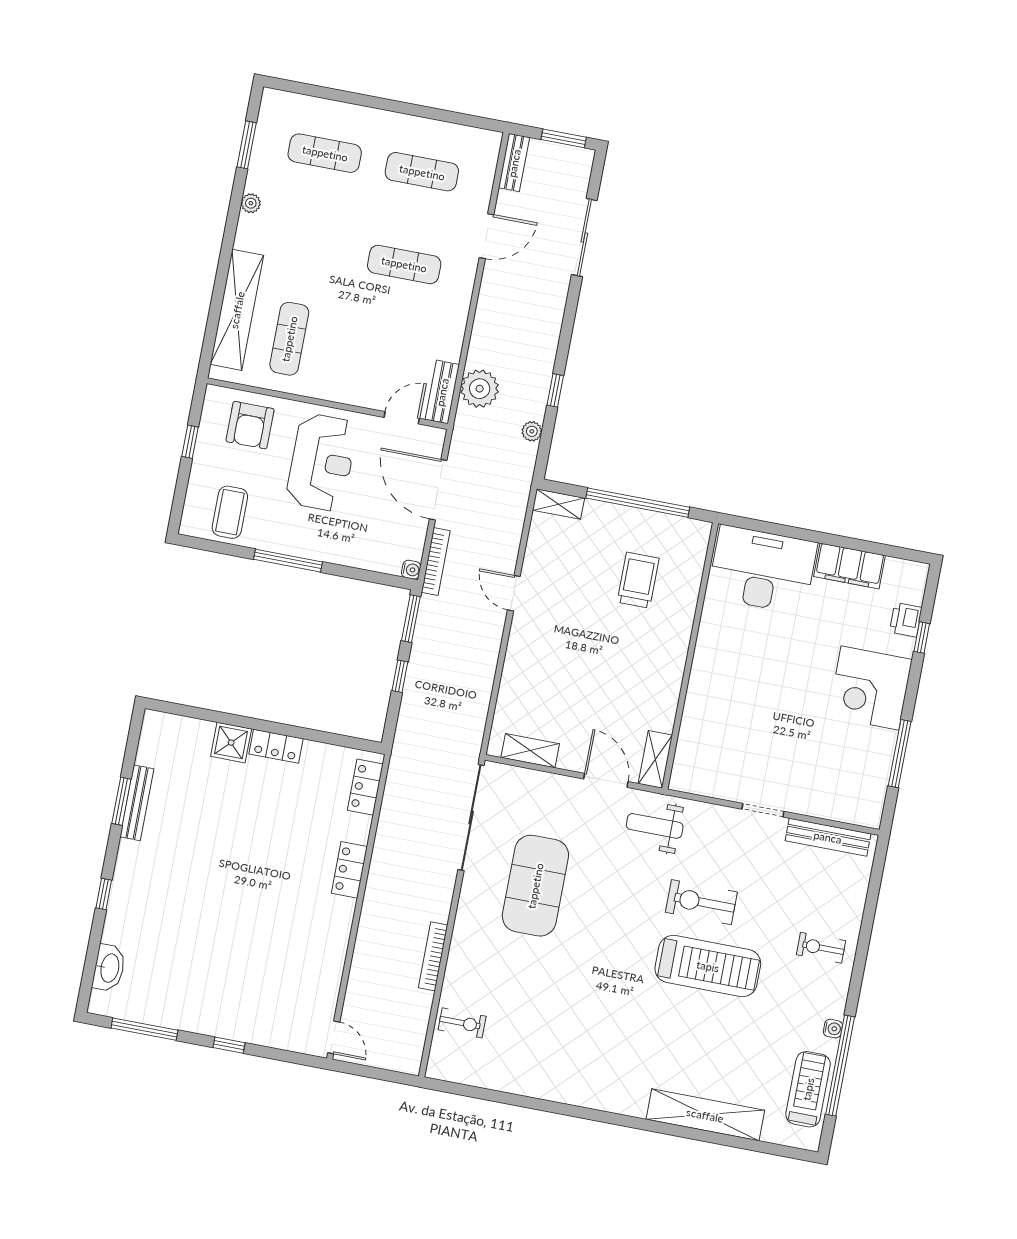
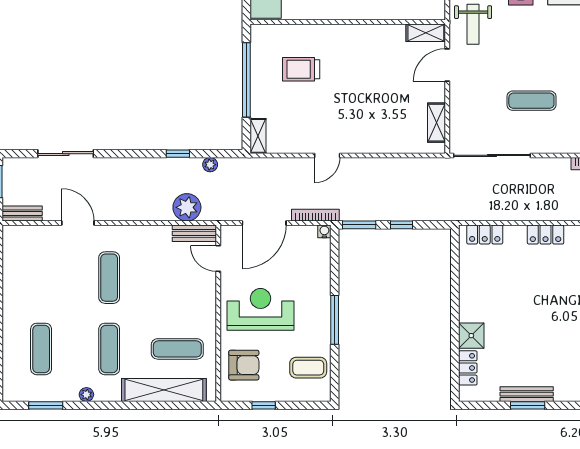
exercise mat: (422, 172) -> (109, 349), moved
locker: (276, 746) -> (468, 368), moved
exercise mat: (535, 886) -> (531, 101), width x0.50, depth x0.69

